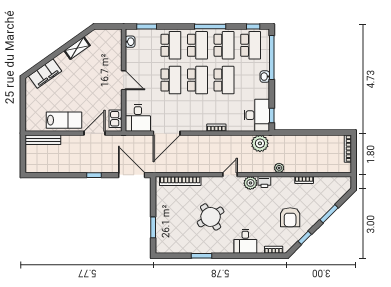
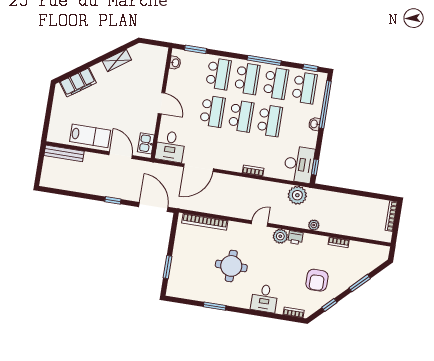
door: (94, 133) -> (121, 155), hinge flipped
round table: (211, 217) -> (231, 266), turned 33

